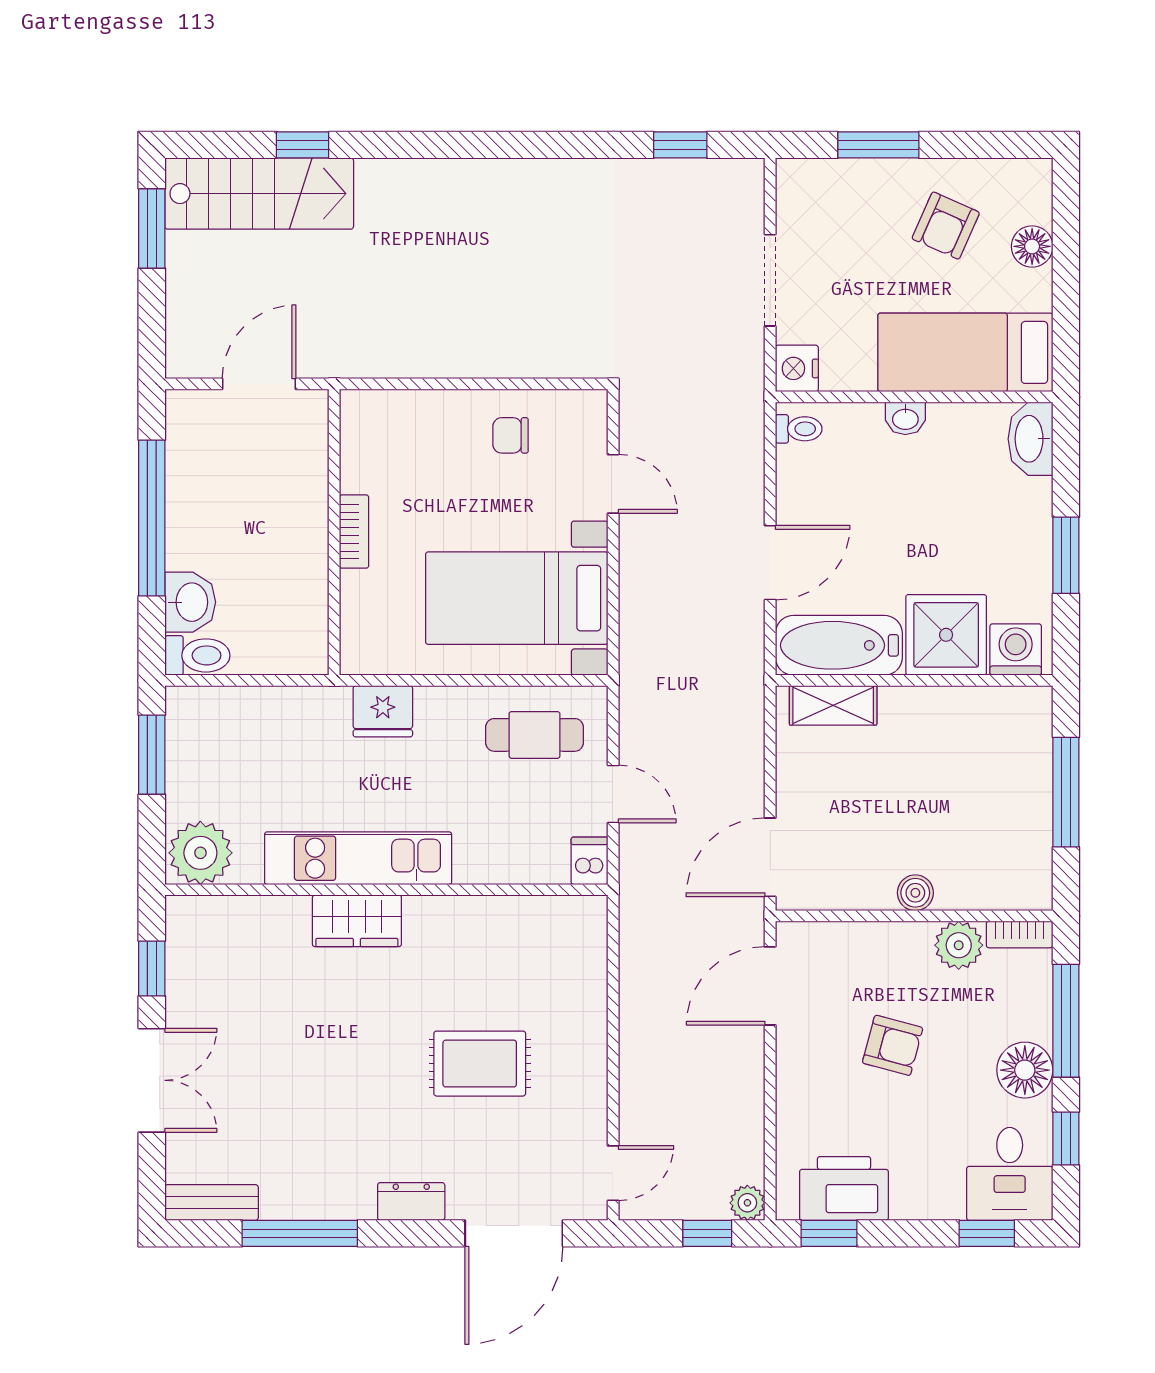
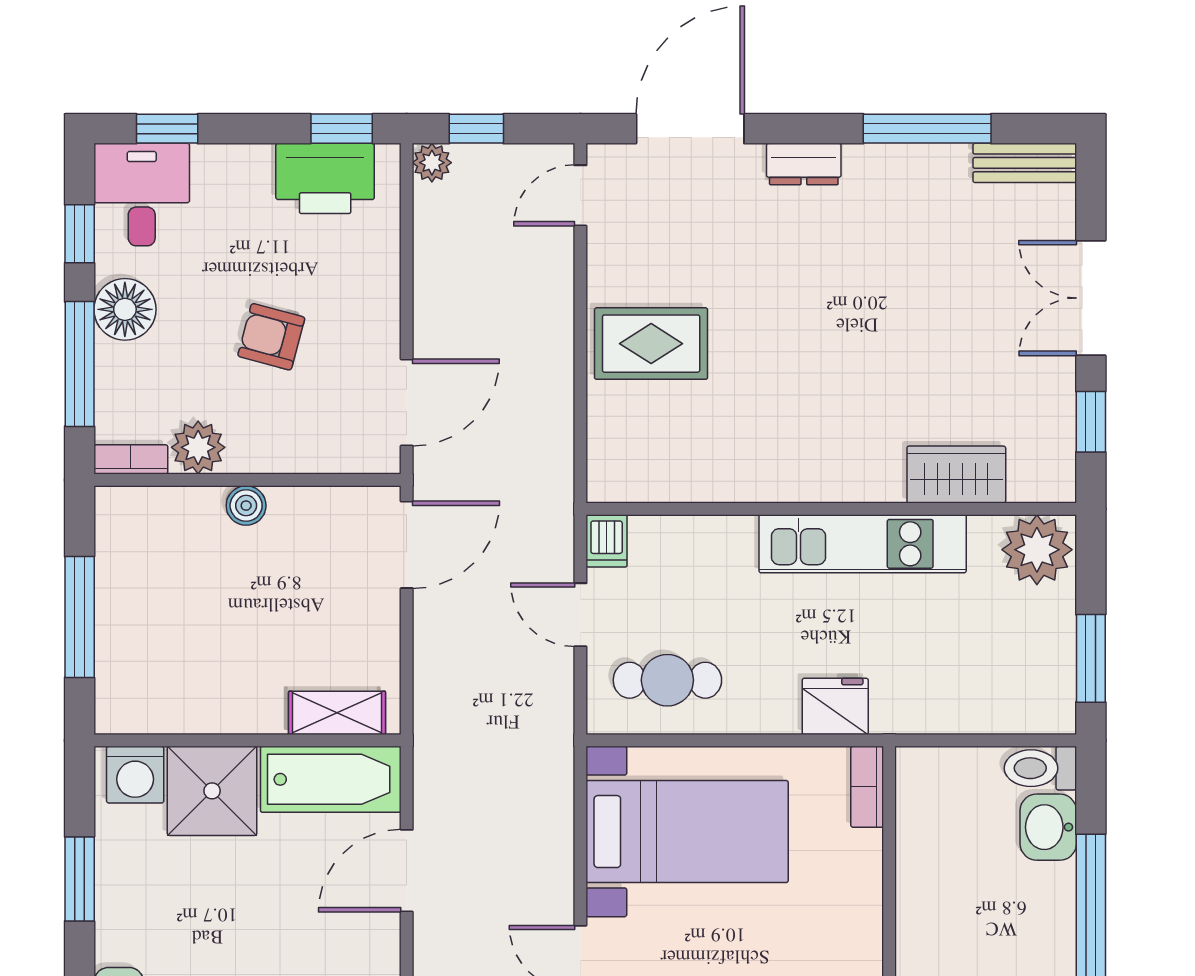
bookcase: (354, 532) -> (867, 787), moved
wardrobe: (357, 921) -> (956, 475), moved
rug: (480, 1064) -> (651, 344), moved

